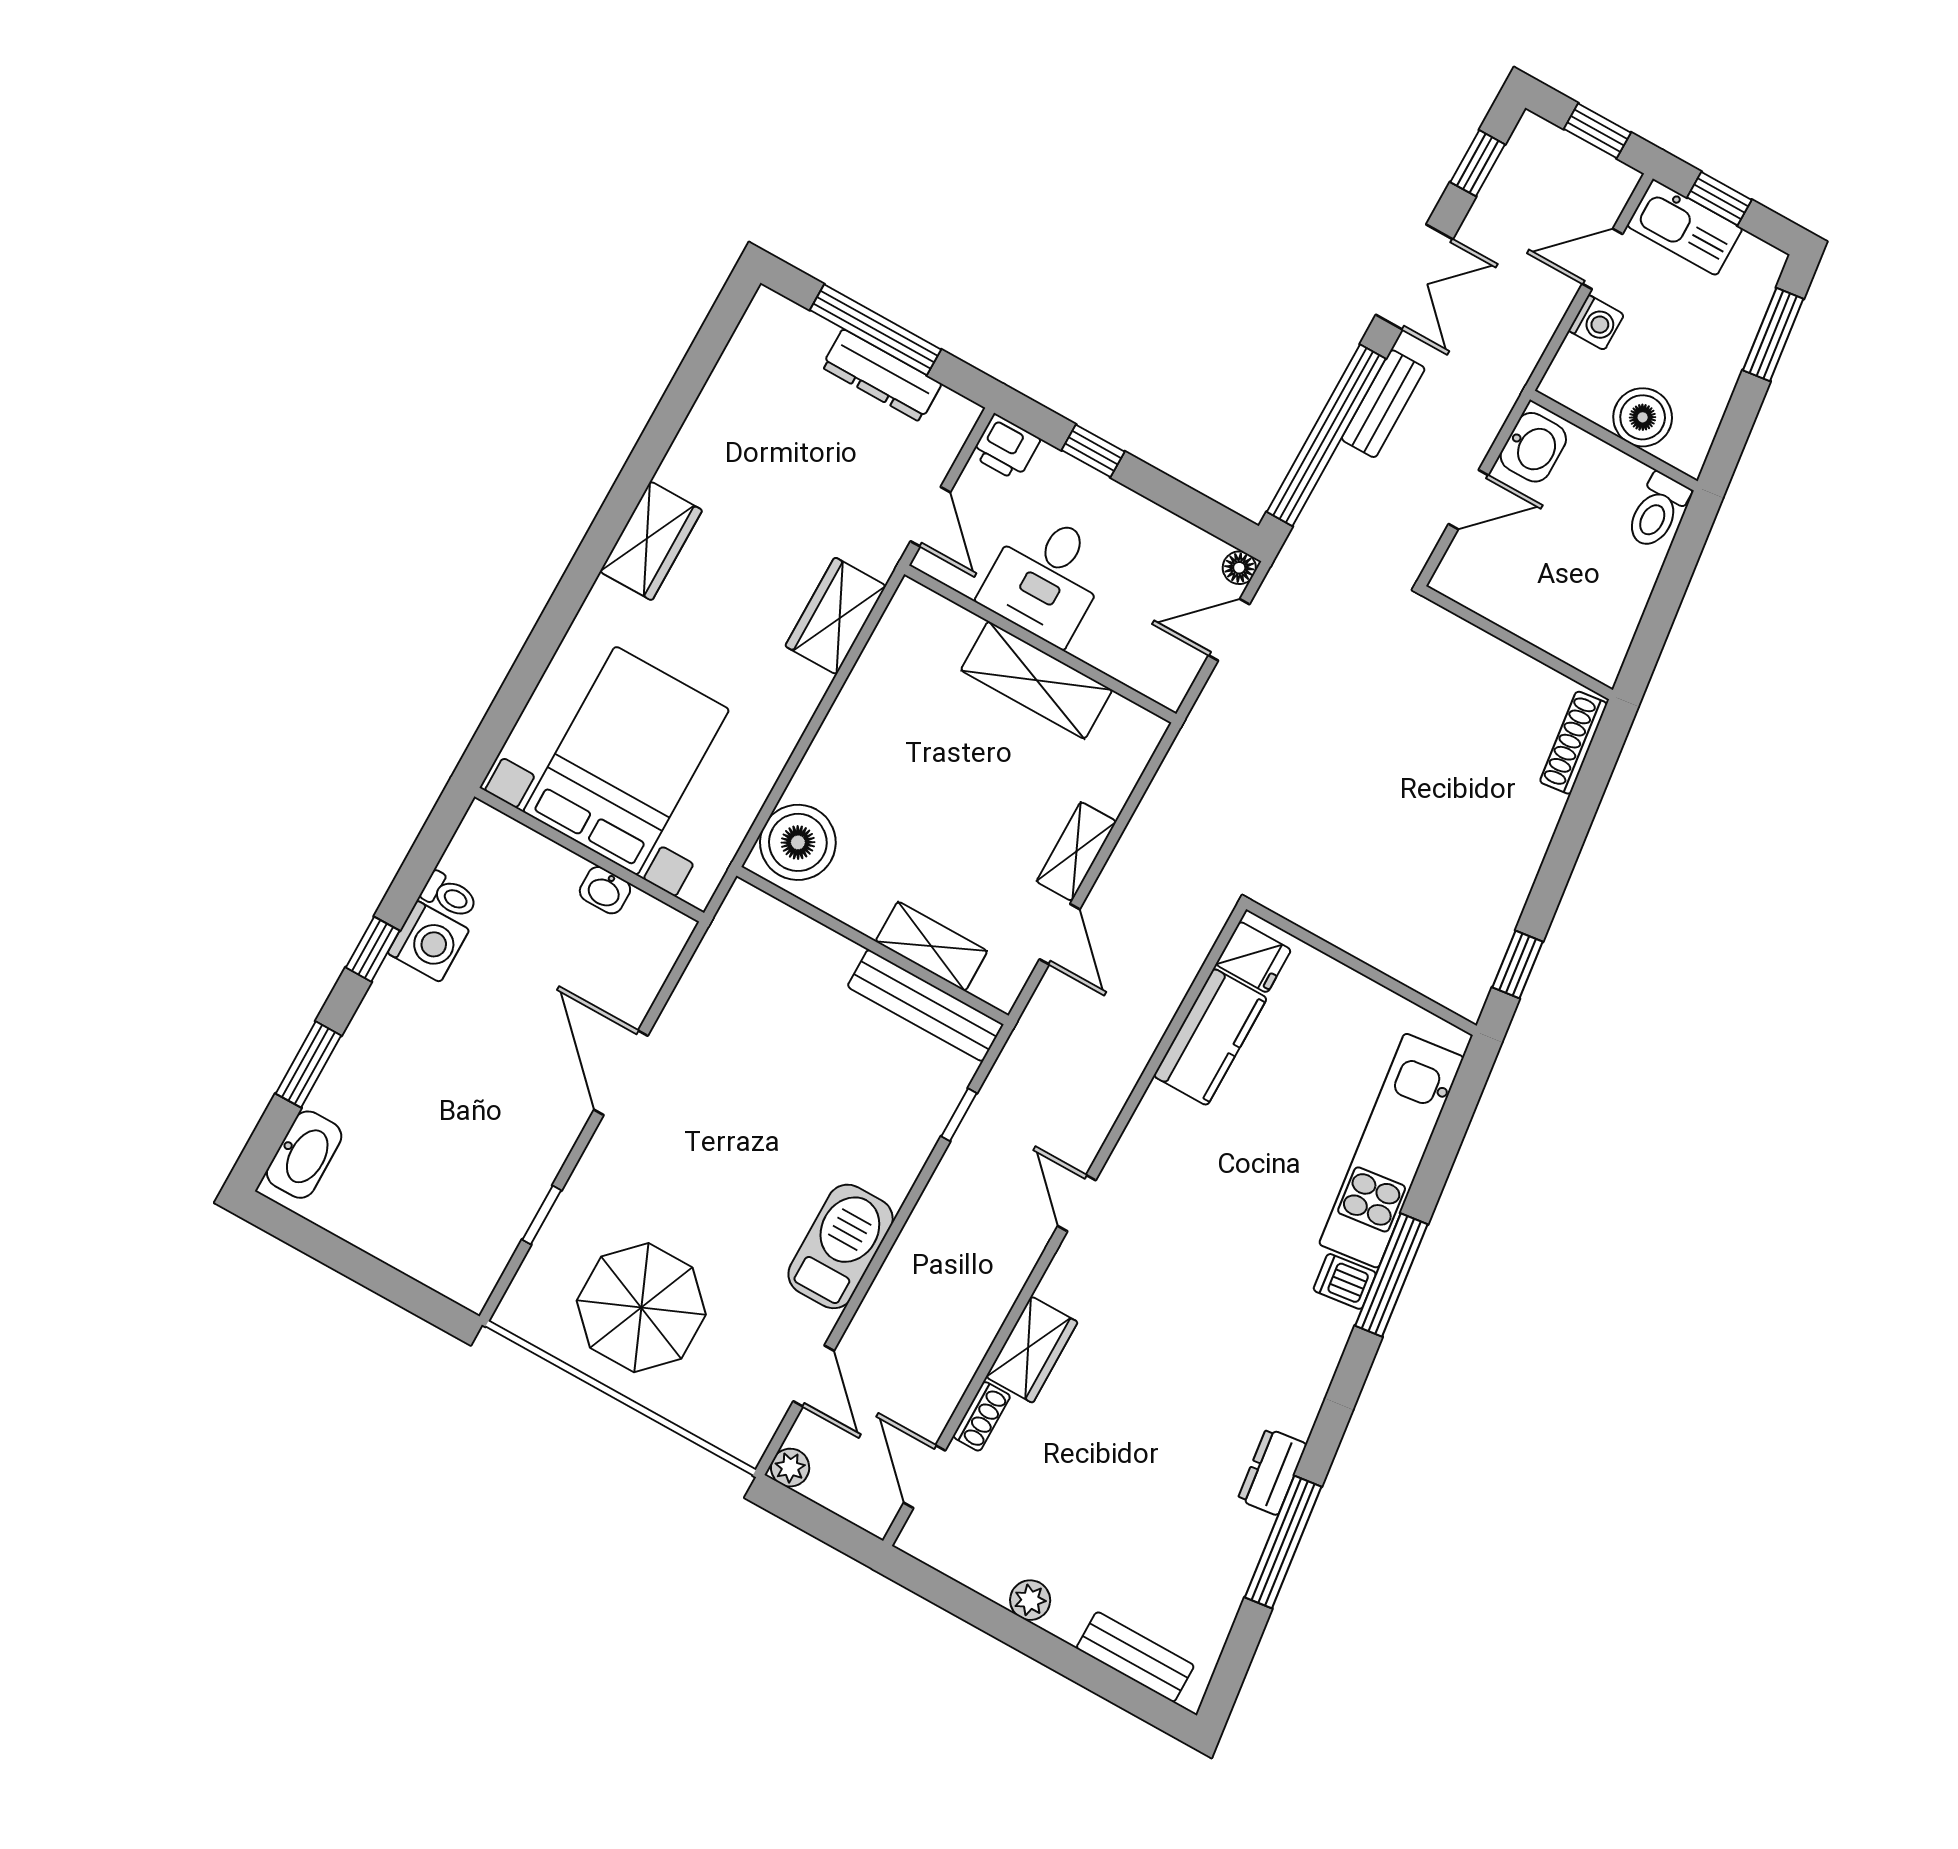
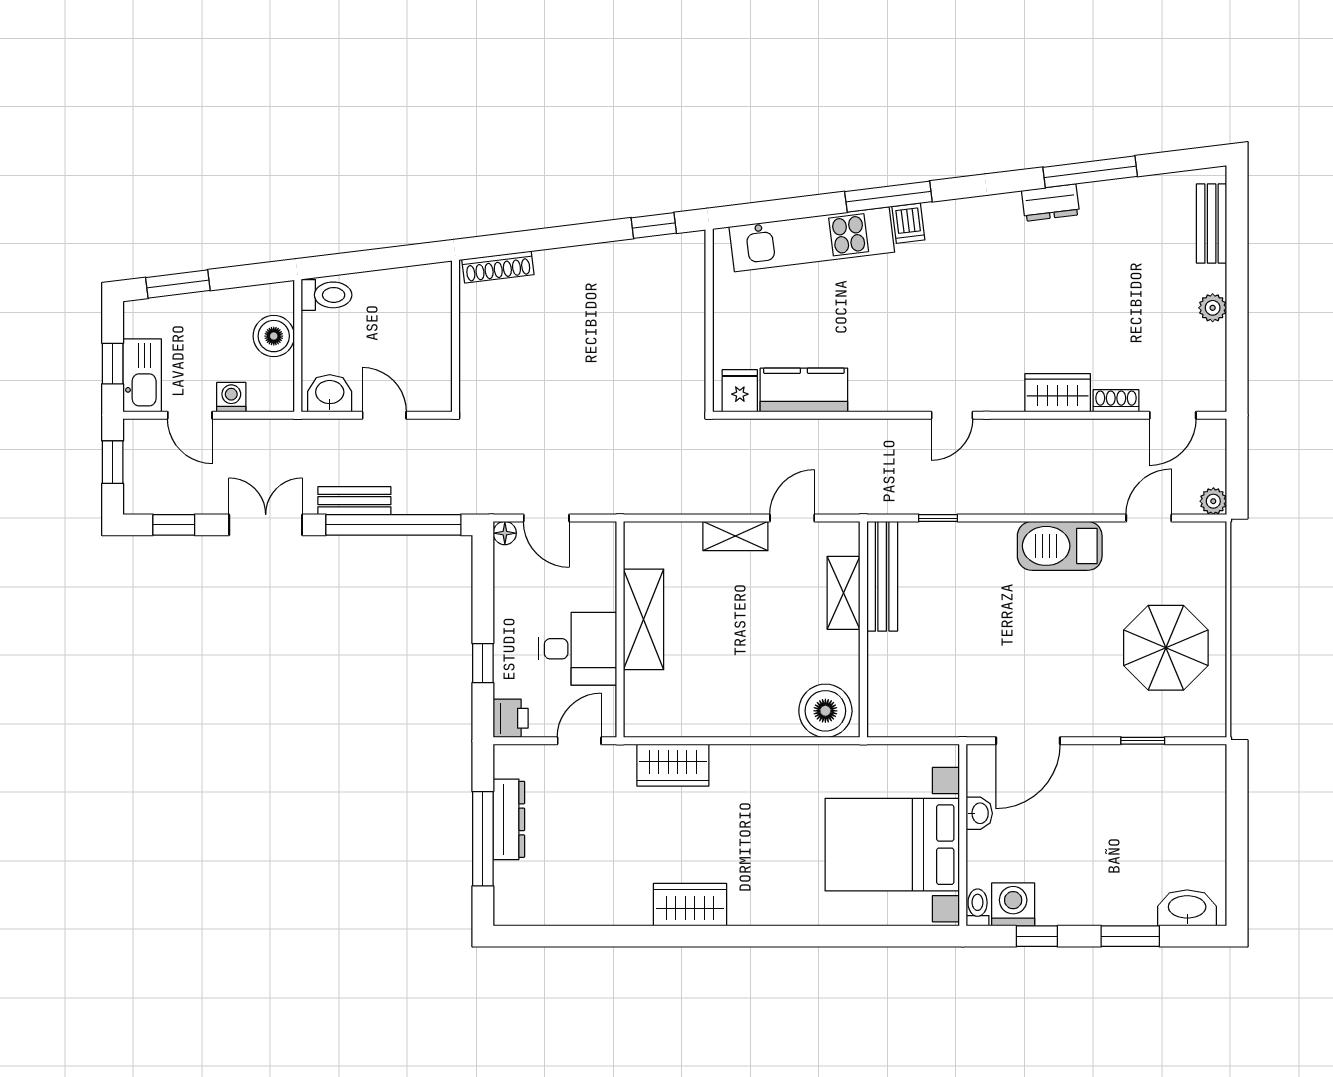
bed with nightstands: (626, 761) -> (892, 845), moved
wall: (589, 855) -> (963, 835), moved
washbasin: (605, 890) -> (979, 813), moved

